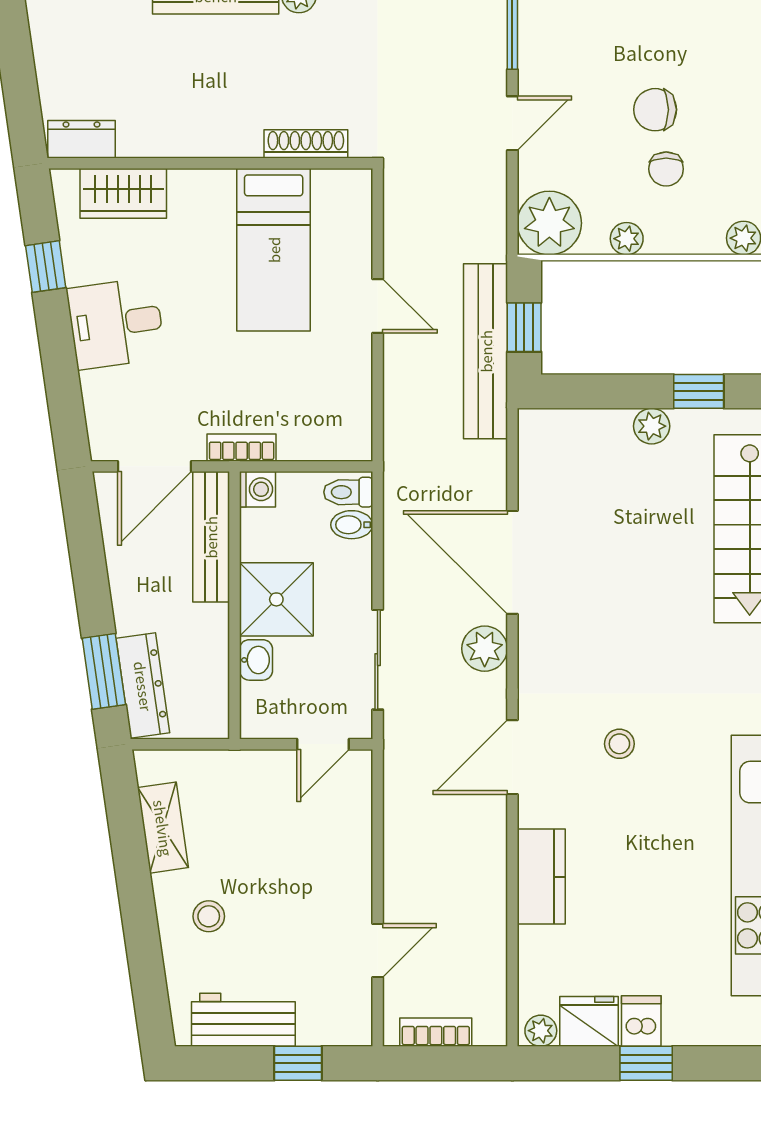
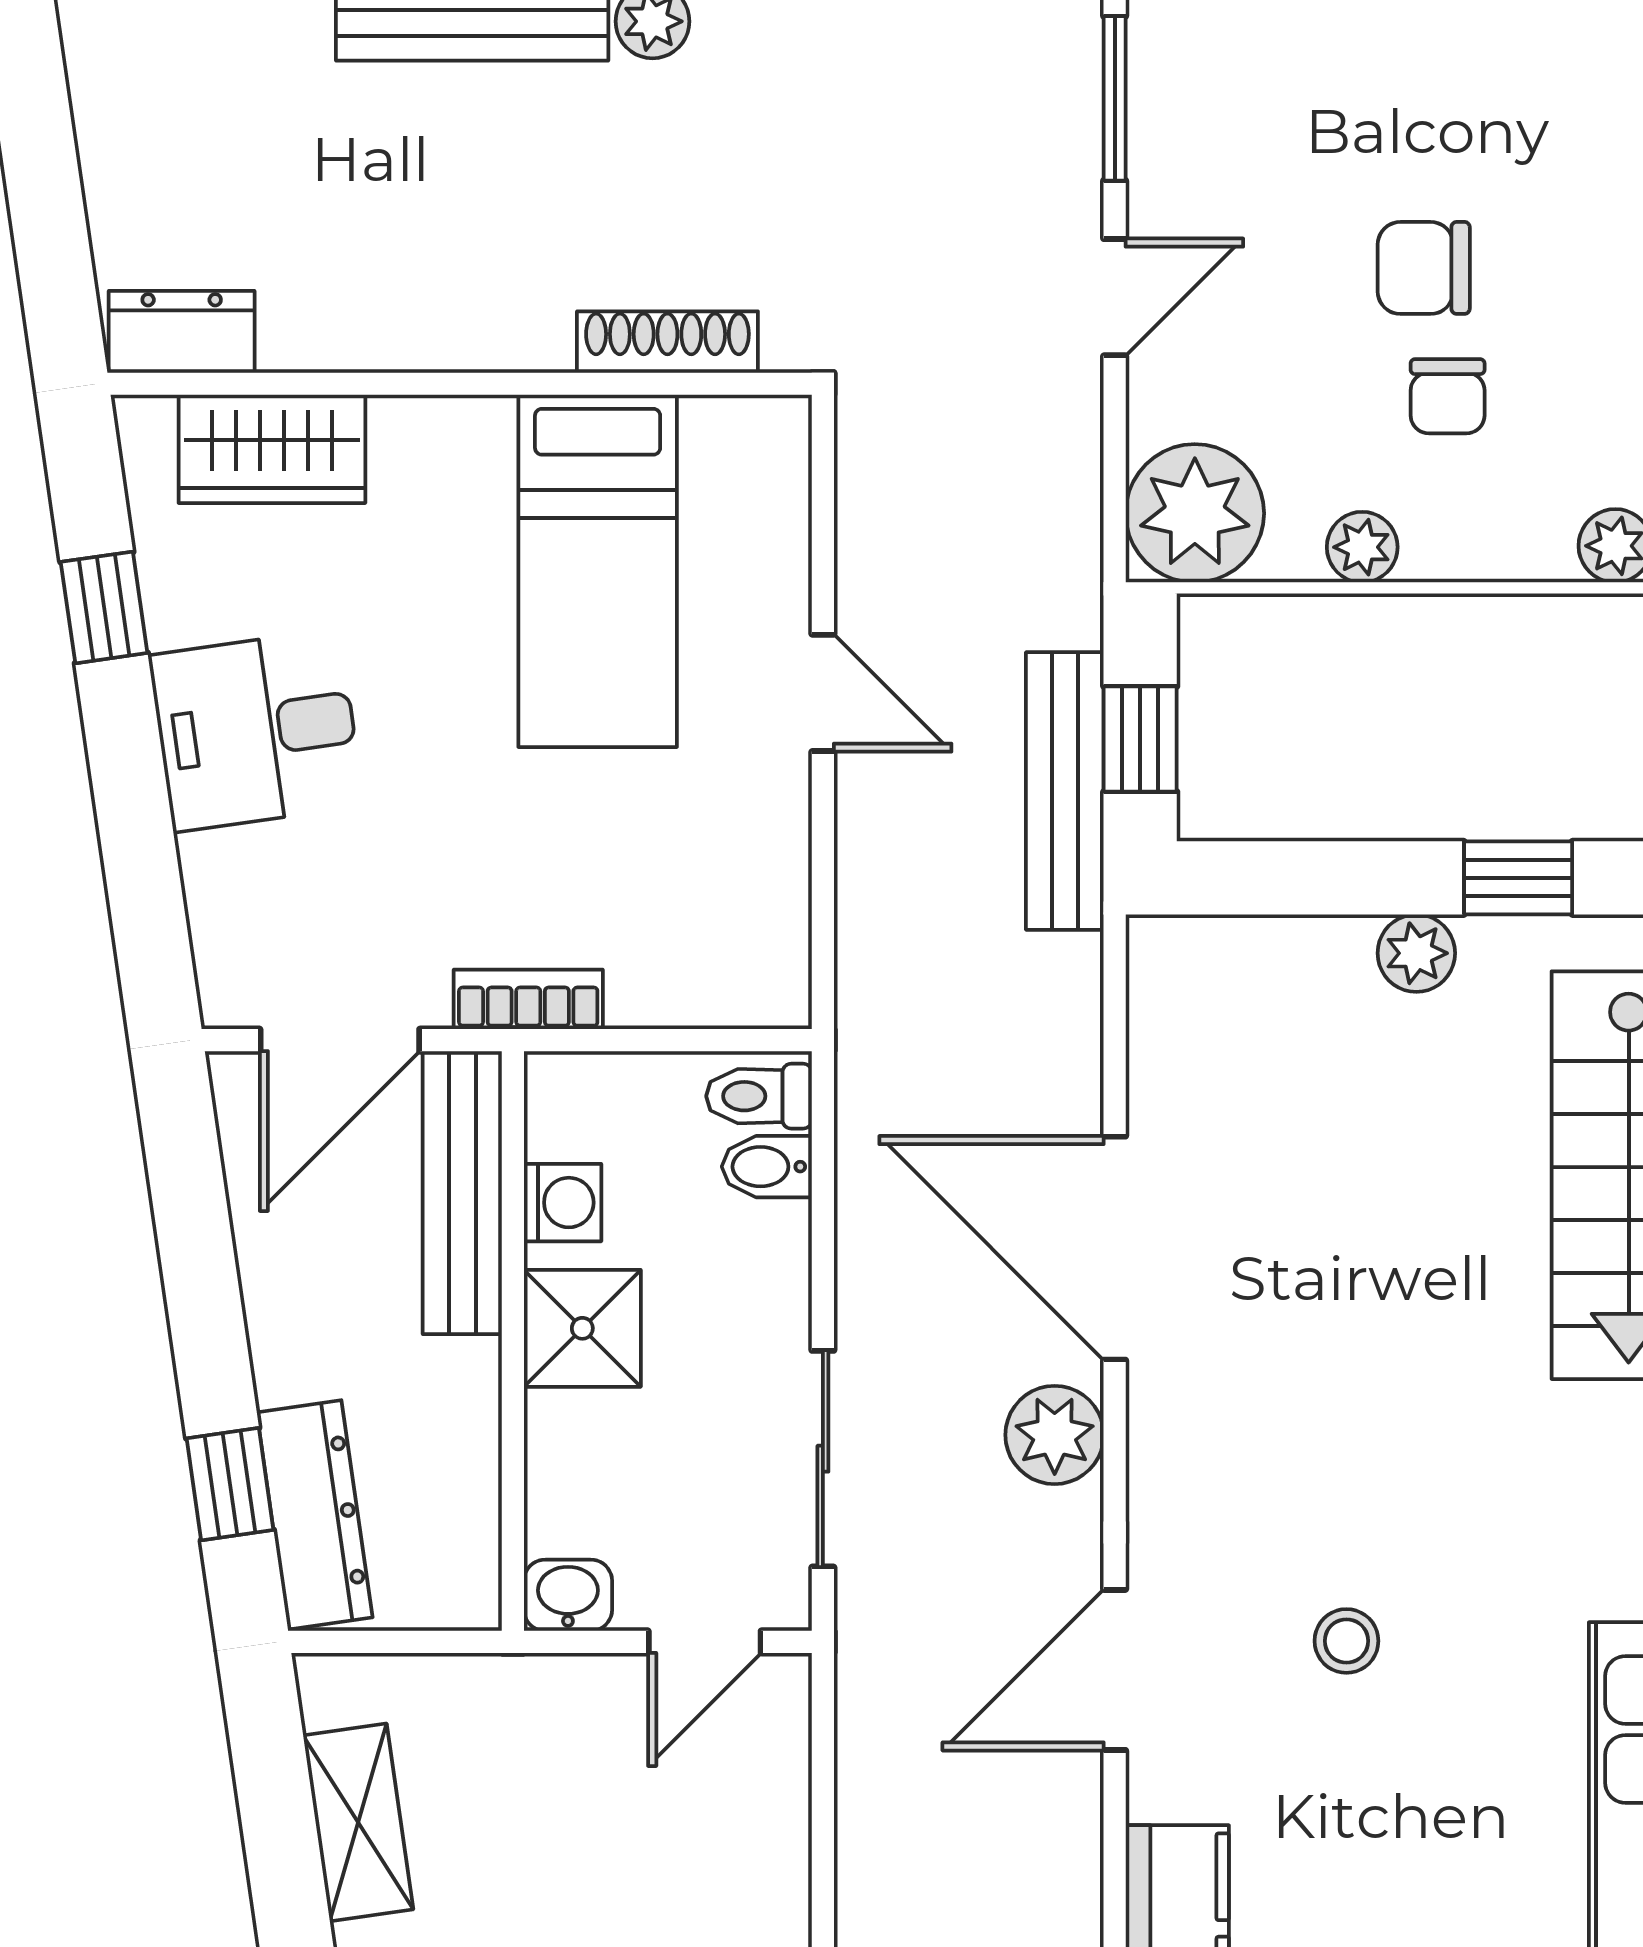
bench: (486, 351) -> (1065, 791), width x0.73, depth x0.82
washing machine: (257, 489) -> (563, 1203), moved
shower: (276, 599) -> (582, 1328), width x0.73, depth x0.73
washbasin: (256, 660) -> (568, 1595), moved, turned -90
window: (104, 671) -> (230, 1484), width x0.67

